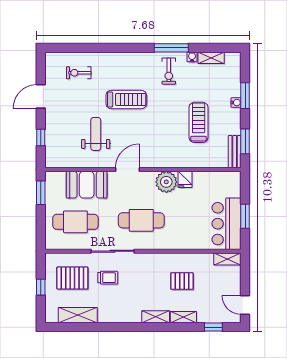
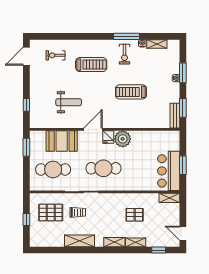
door: (41, 96) -> (26, 56), moved
treadmill: (126, 99) -> (91, 65), moved
treadmill: (199, 122) -> (131, 92), moved, turned -90
weight bench: (96, 134) -> (69, 102), turned 90
fridge: (185, 179) -> (108, 137), moved
shelving: (78, 315) -> (80, 241), moved

